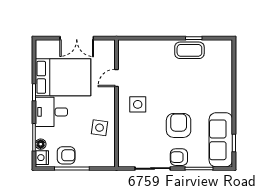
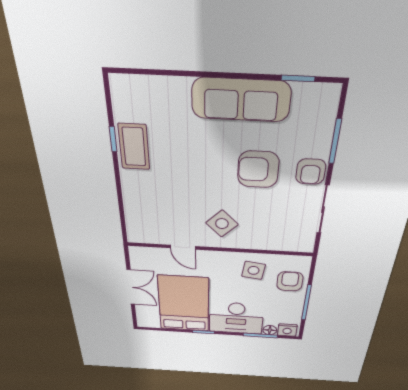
side table: (138, 104) -> (222, 224), turned 45
desk: (51, 112) -> (236, 318), width x1.37
sofa: (221, 140) -> (241, 100), moved
armchair: (66, 155) -> (290, 281), moved

